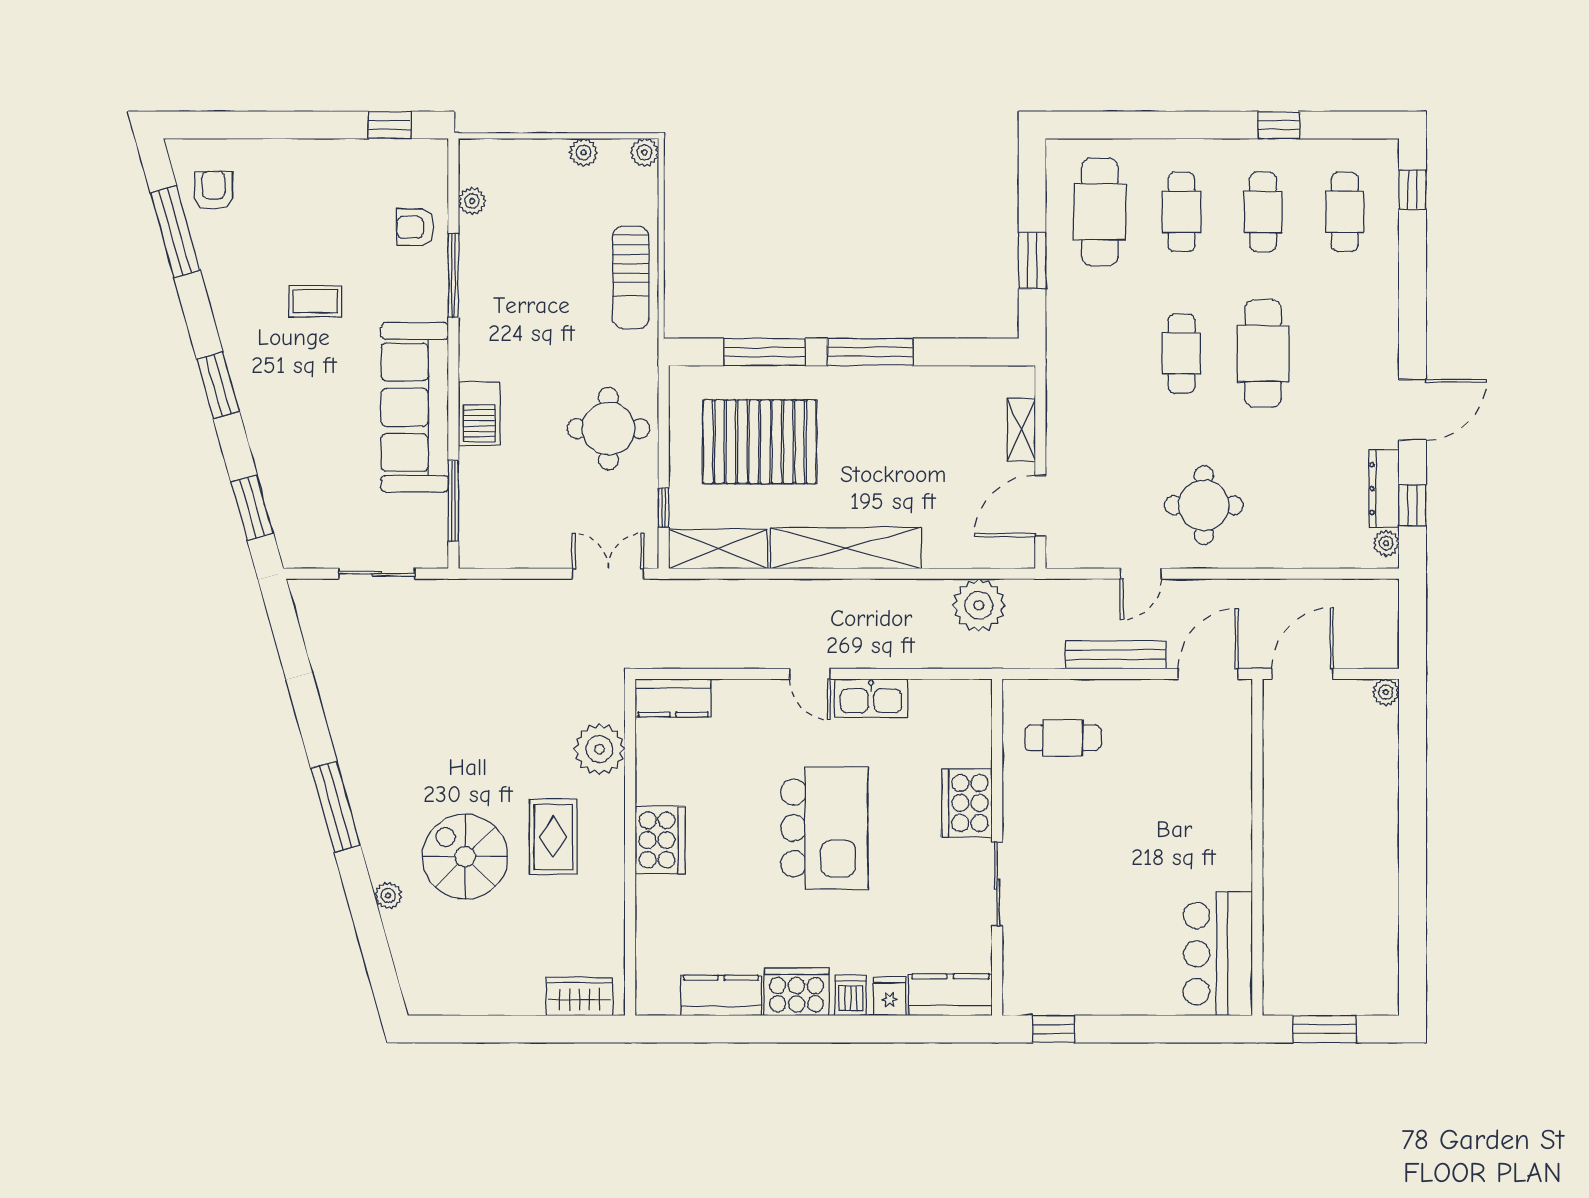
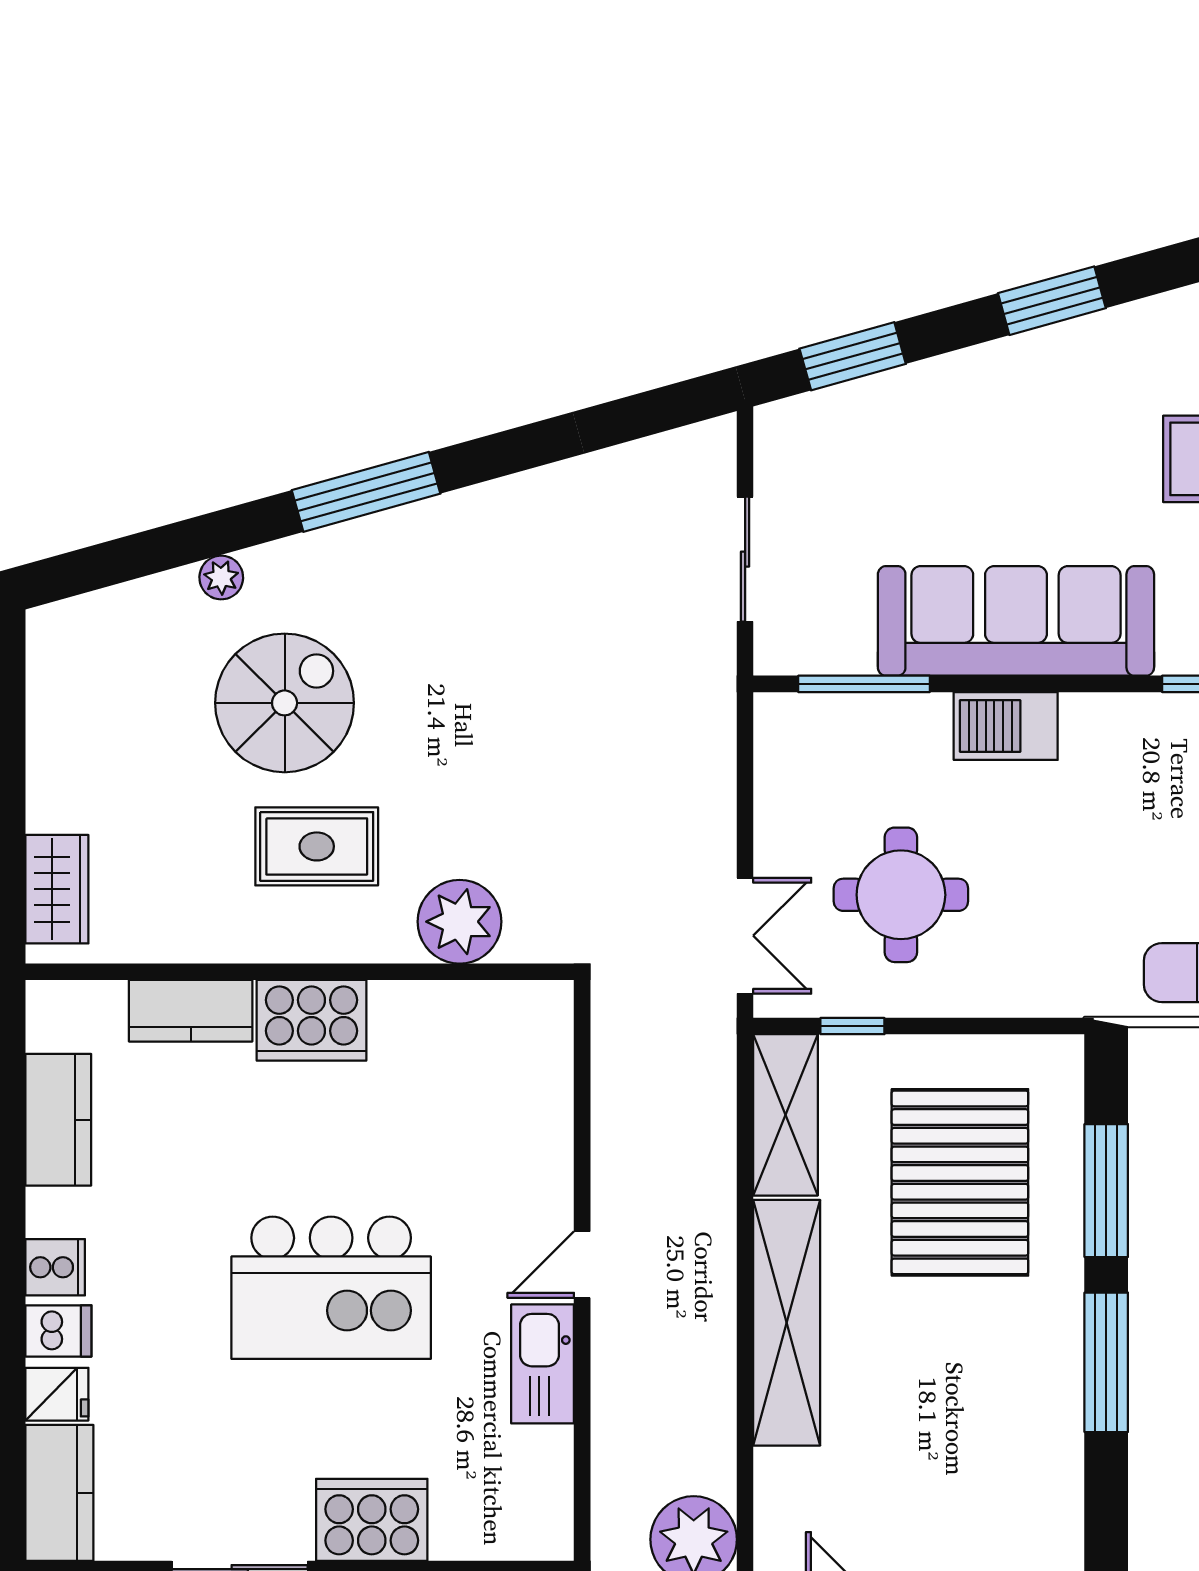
round table: (608, 429) -> (901, 895), moved
kitchen counter: (673, 698) -> (191, 1011), moved, turned -90
cooker: (797, 992) -> (55, 1267), width x0.53, depth x0.76

